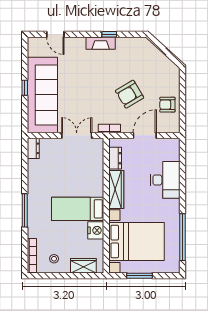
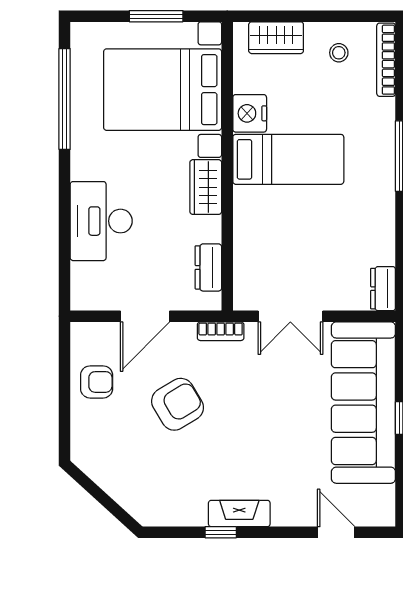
wardrobe: (116, 189) -> (206, 187), width x0.67

